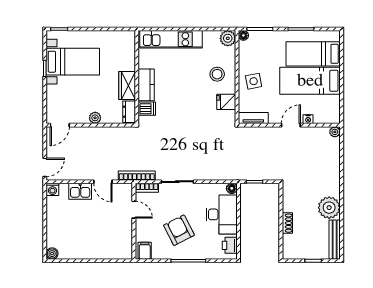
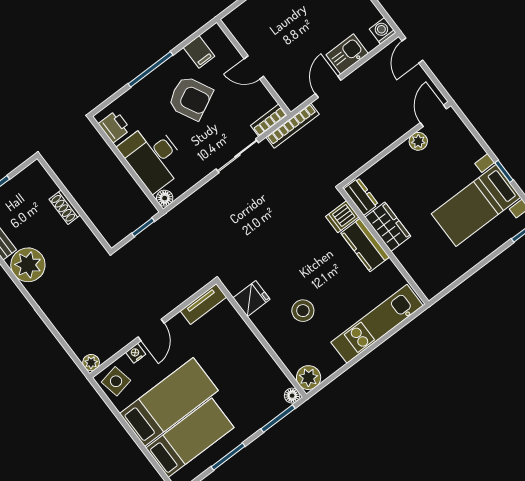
stool: (217, 74) -> (303, 311), moved
side table: (254, 81) -> (116, 381), moved
plant: (95, 118) -> (418, 141), moved
door: (103, 182) -> (328, 87), hinge flipped
door: (134, 210) -> (254, 68), moved
filing cabinet: (145, 251) -> (199, 52), moved

